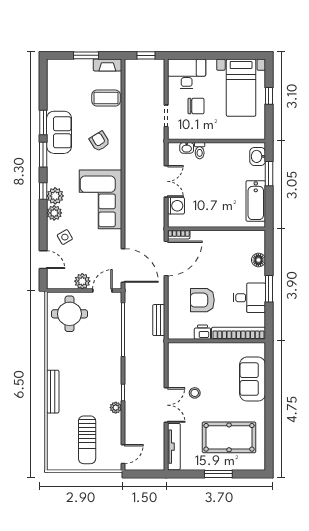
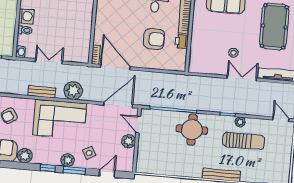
washbasin: (187, 148) -> (21, 52), moved
window: (43, 155) -> (74, 170), moved
plant: (55, 196) -> (25, 156), moved
washing machine: (176, 206) -> (26, 16), moved, turned 90
plant: (135, 212) -> (73, 91), added
armchair: (202, 300) -> (154, 39), turned -90
round table: (69, 314) -> (192, 130), moved
bench: (159, 320) -> (42, 92), moved
sun lounger: (87, 440) -> (244, 141), moved

